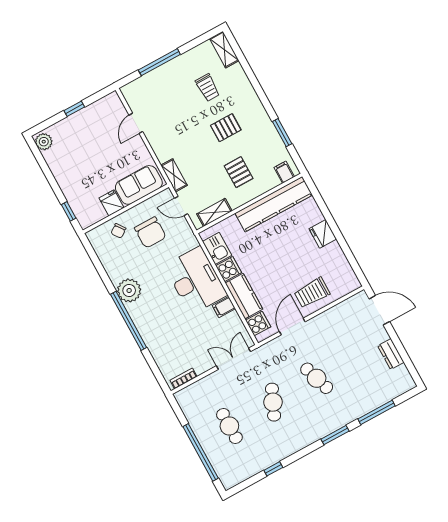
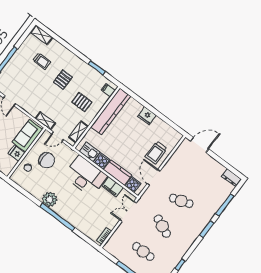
filing cabinet: (224, 307) -> (112, 187), width x2.00
dresser: (391, 354) -> (231, 178), moved

